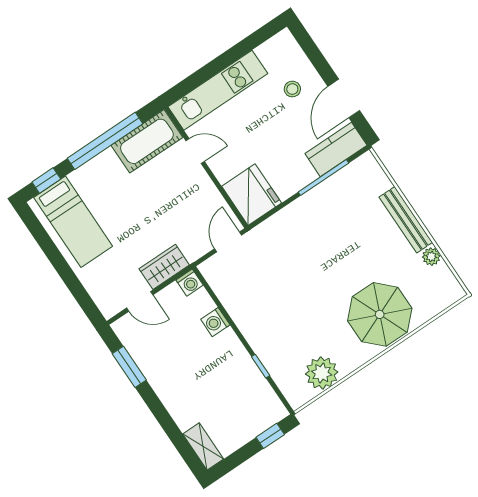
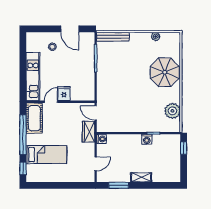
kitchen counter: (336, 149) -> (88, 46), removed
fridge: (252, 195) -> (64, 93), moved, width x0.53, depth x0.75
bench: (406, 220) -> (113, 37), moved
bed: (73, 222) -> (46, 155), moved
wardrobe: (164, 267) -> (88, 132), moved
washing machine: (215, 322) -> (147, 139), moved
shelving: (203, 446) -> (141, 177), moved

